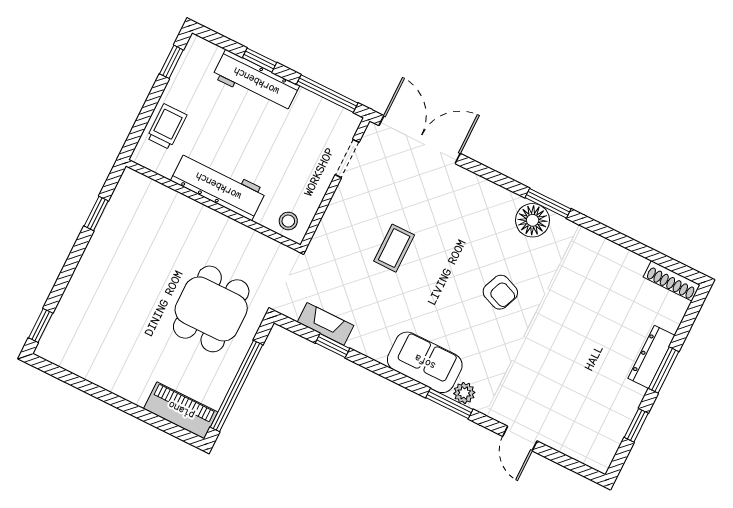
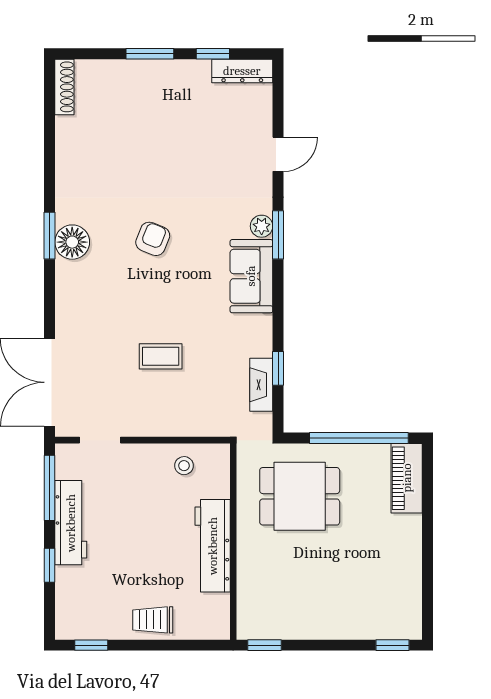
workbench: (256, 81) -> (71, 523), moved
workbench: (218, 186) -> (213, 546), moved
wall: (213, 205) -> (233, 542), moved
dresser: (651, 357) -> (242, 71), moved

